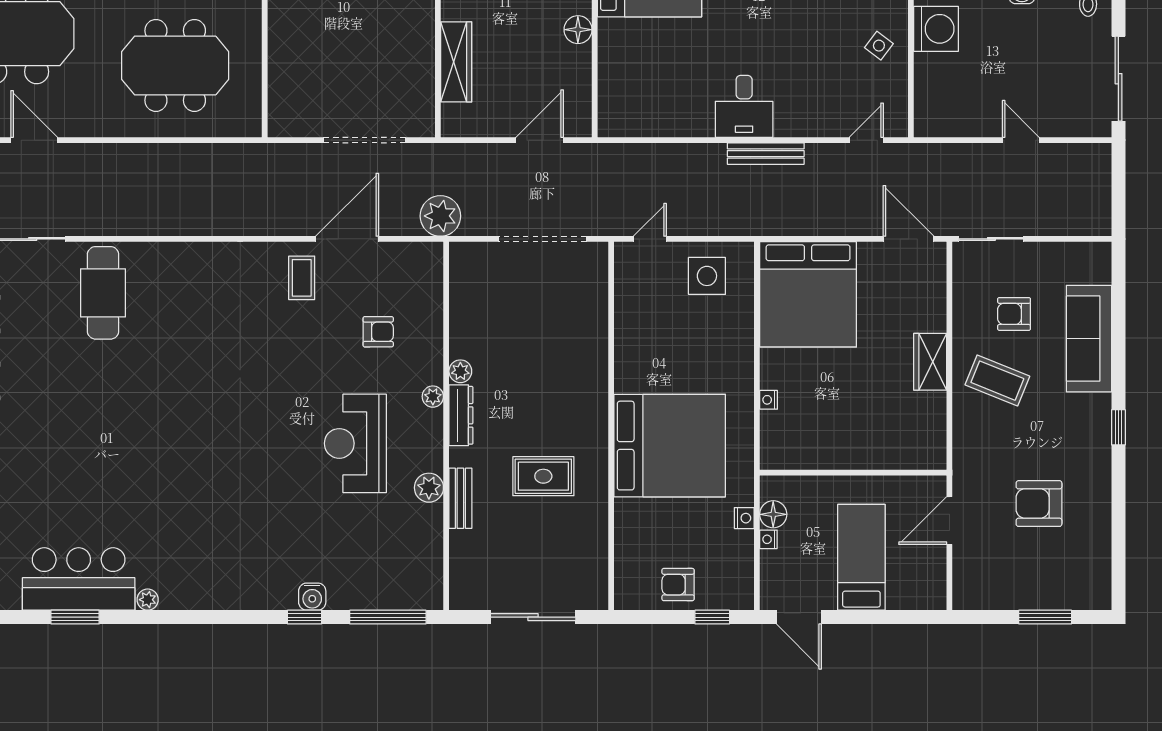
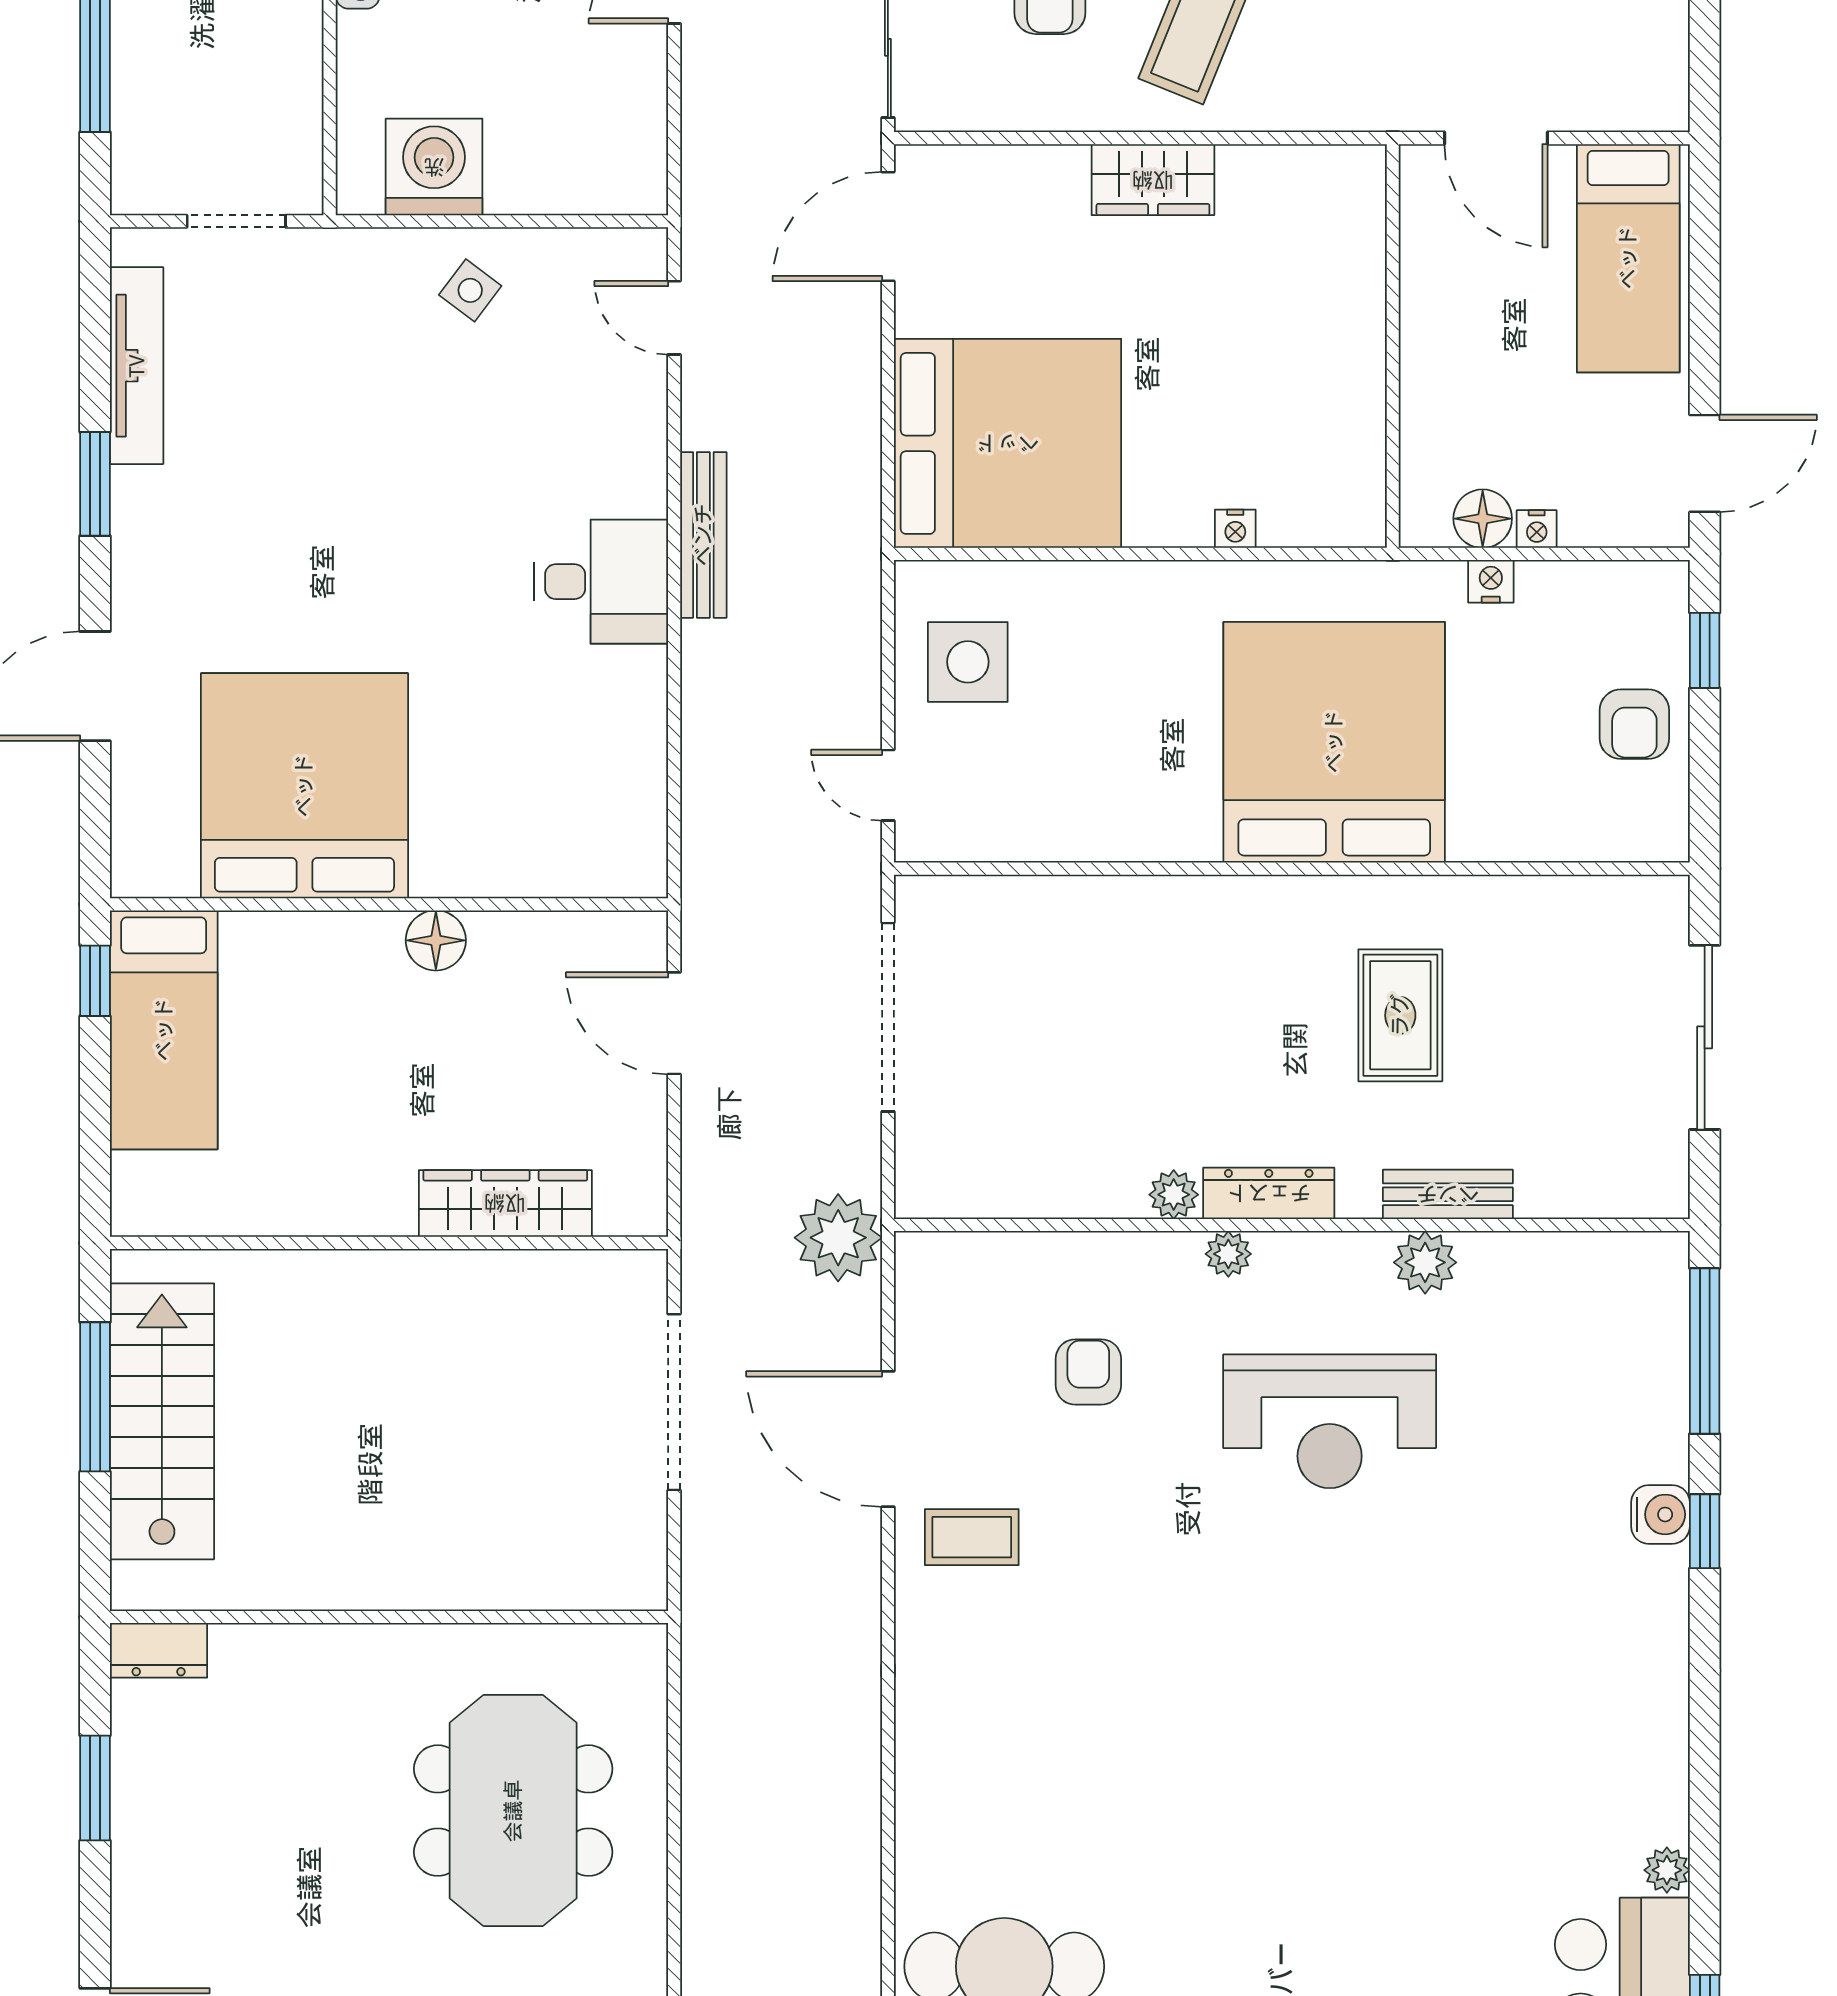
bed: (861, 557) -> (1628, 258), moved, turned -90

